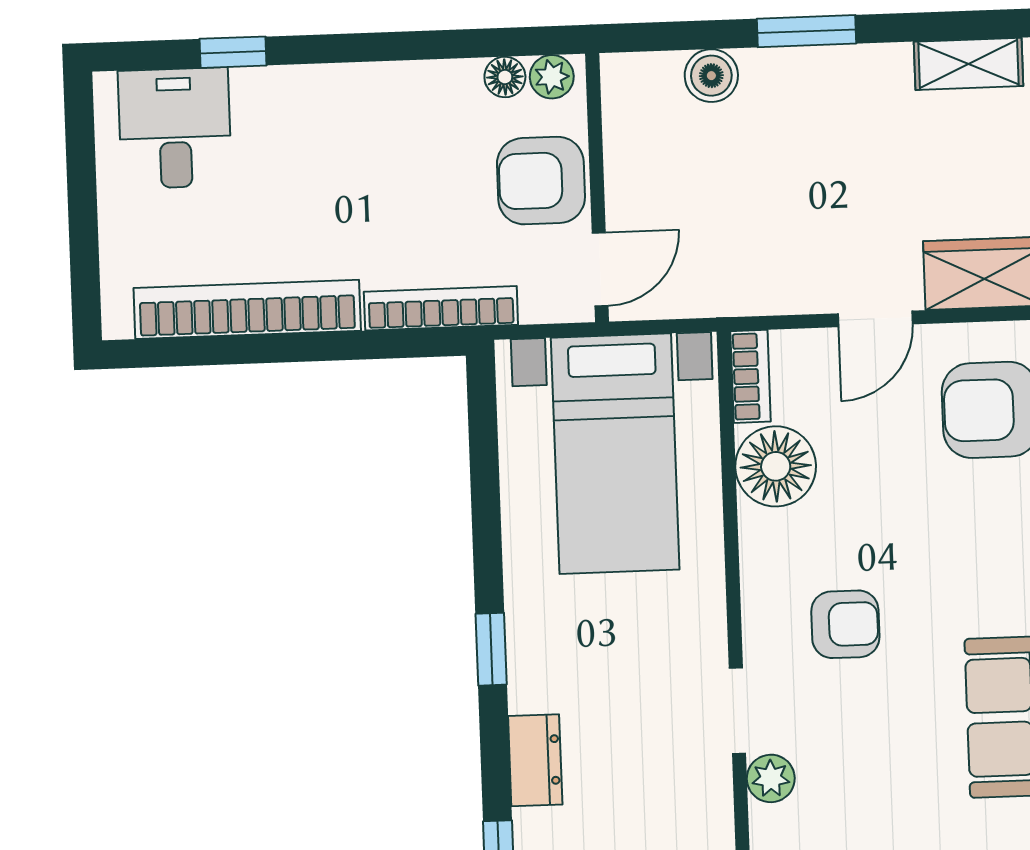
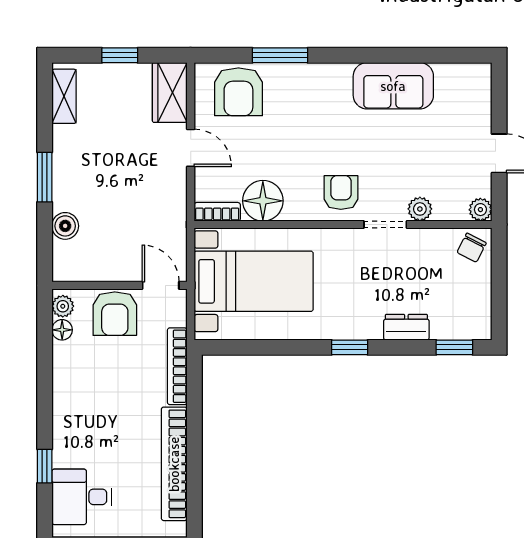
armchair: (845, 624) -> (341, 192), moved

